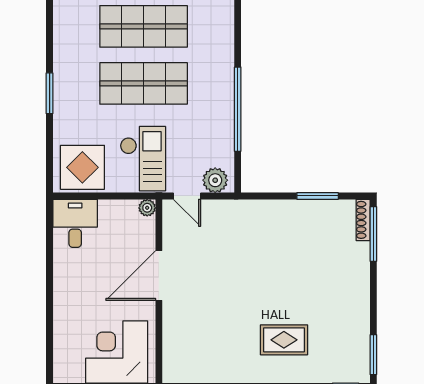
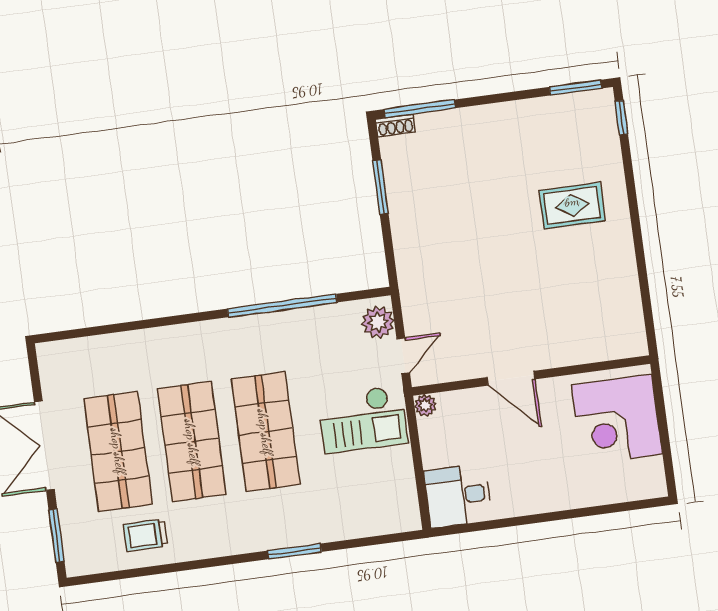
checkout: (143, 159) -> (363, 419), turned 180
display table: (82, 167) -> (385, 496), removed
shoe rack: (363, 220) -> (395, 125), width x0.70
door: (159, 276) -> (511, 378), width x0.73
rug: (284, 340) -> (572, 206), turned 90

